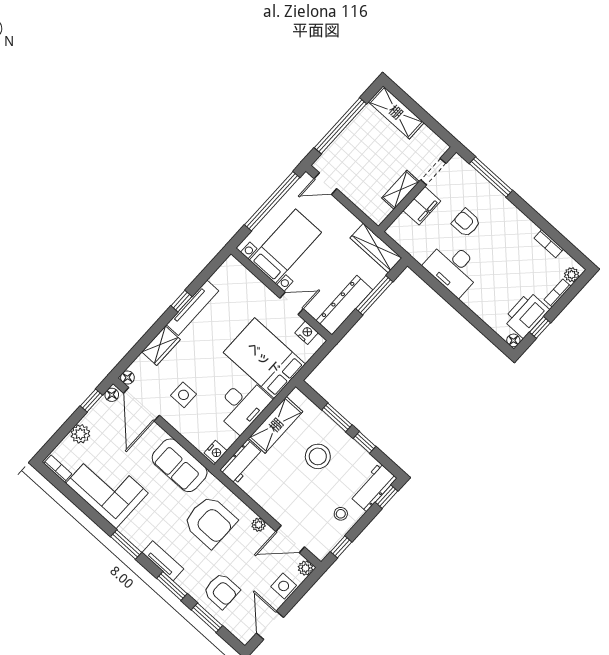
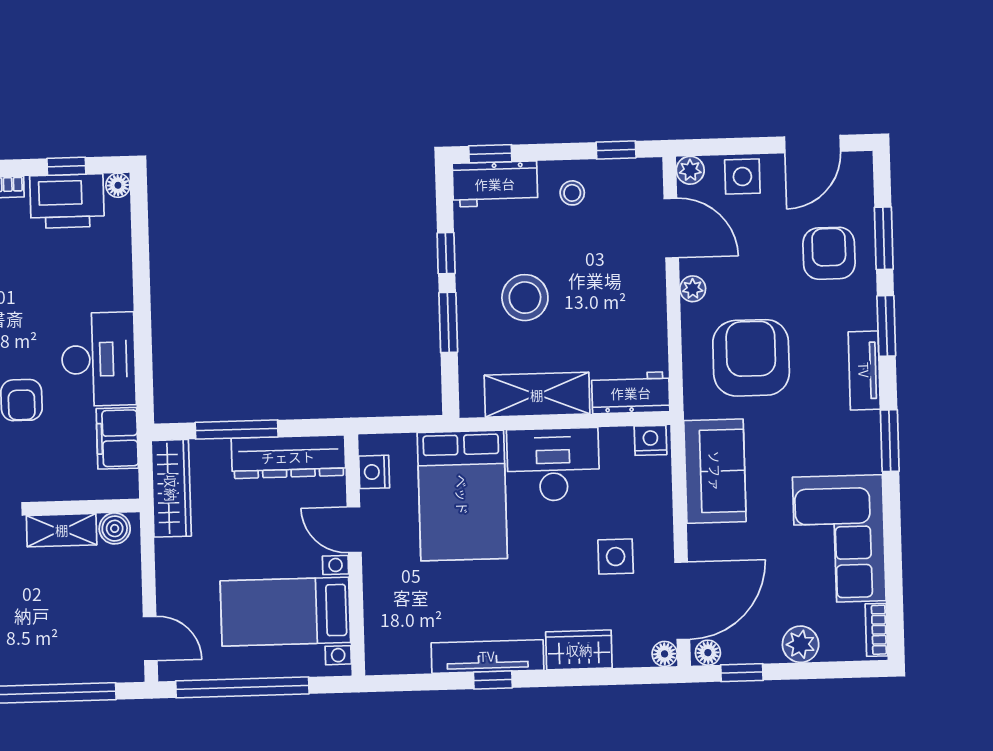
filing cabinet: (422, 206) -> (117, 438), moved, turned -90
boiler: (381, 211) -> (115, 528), added

